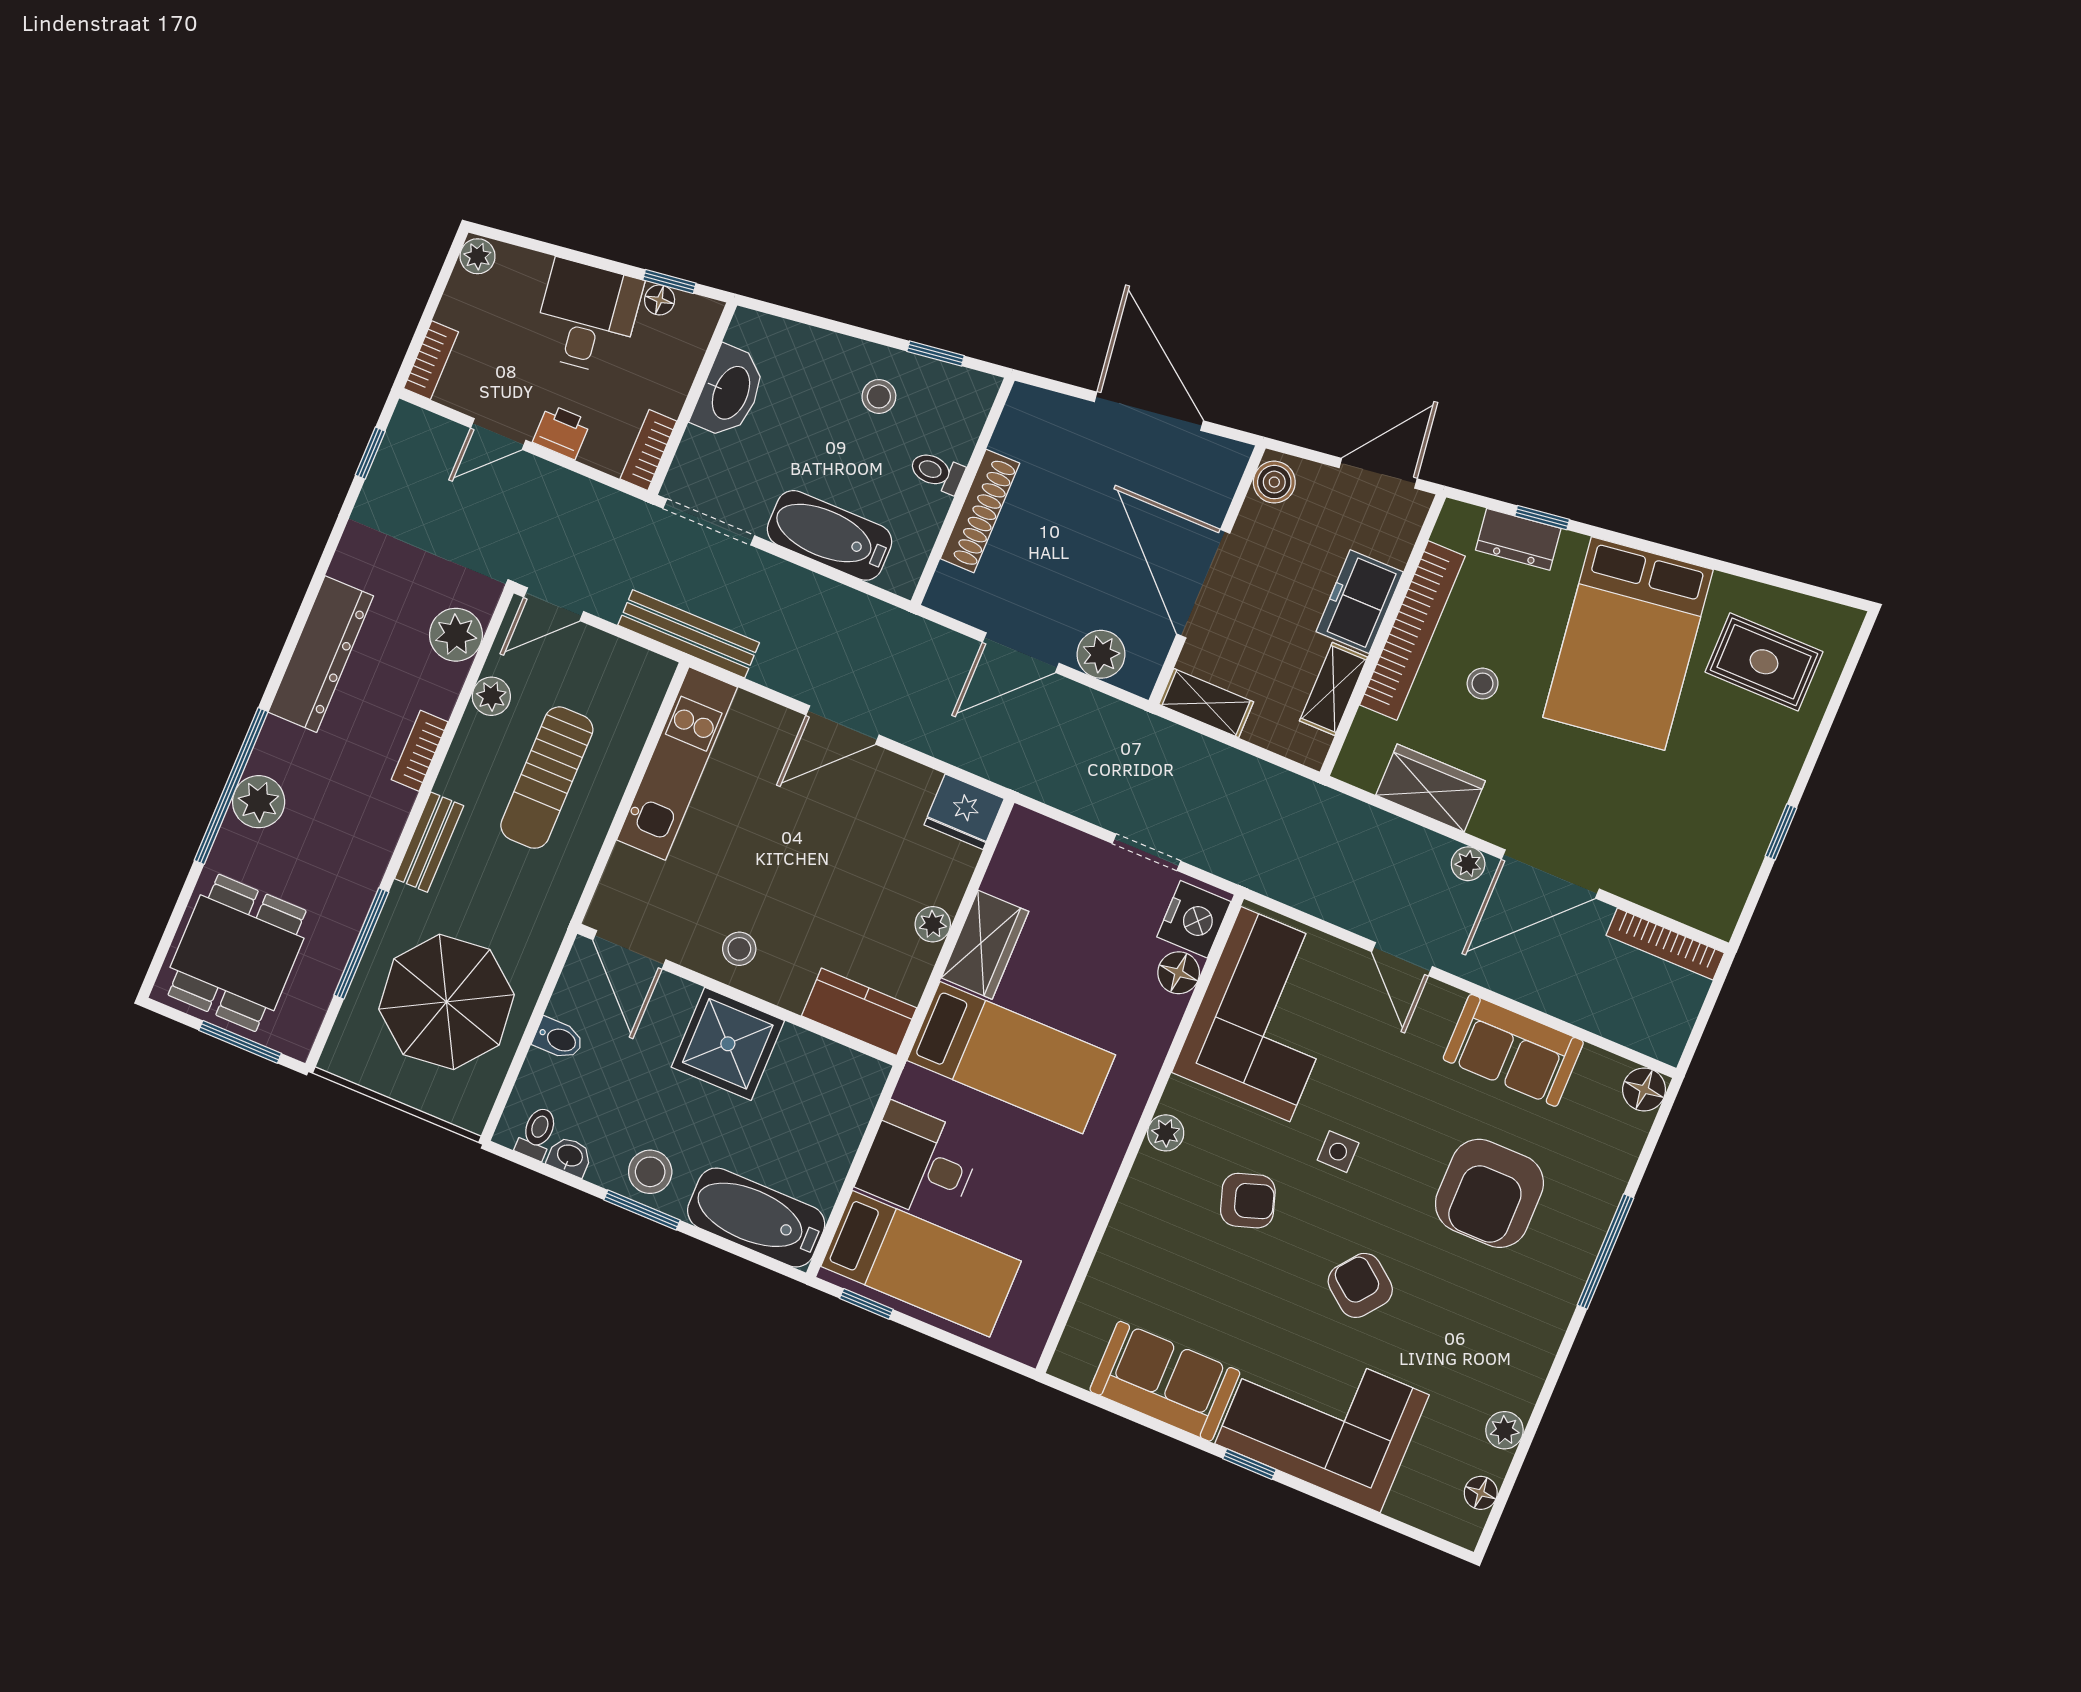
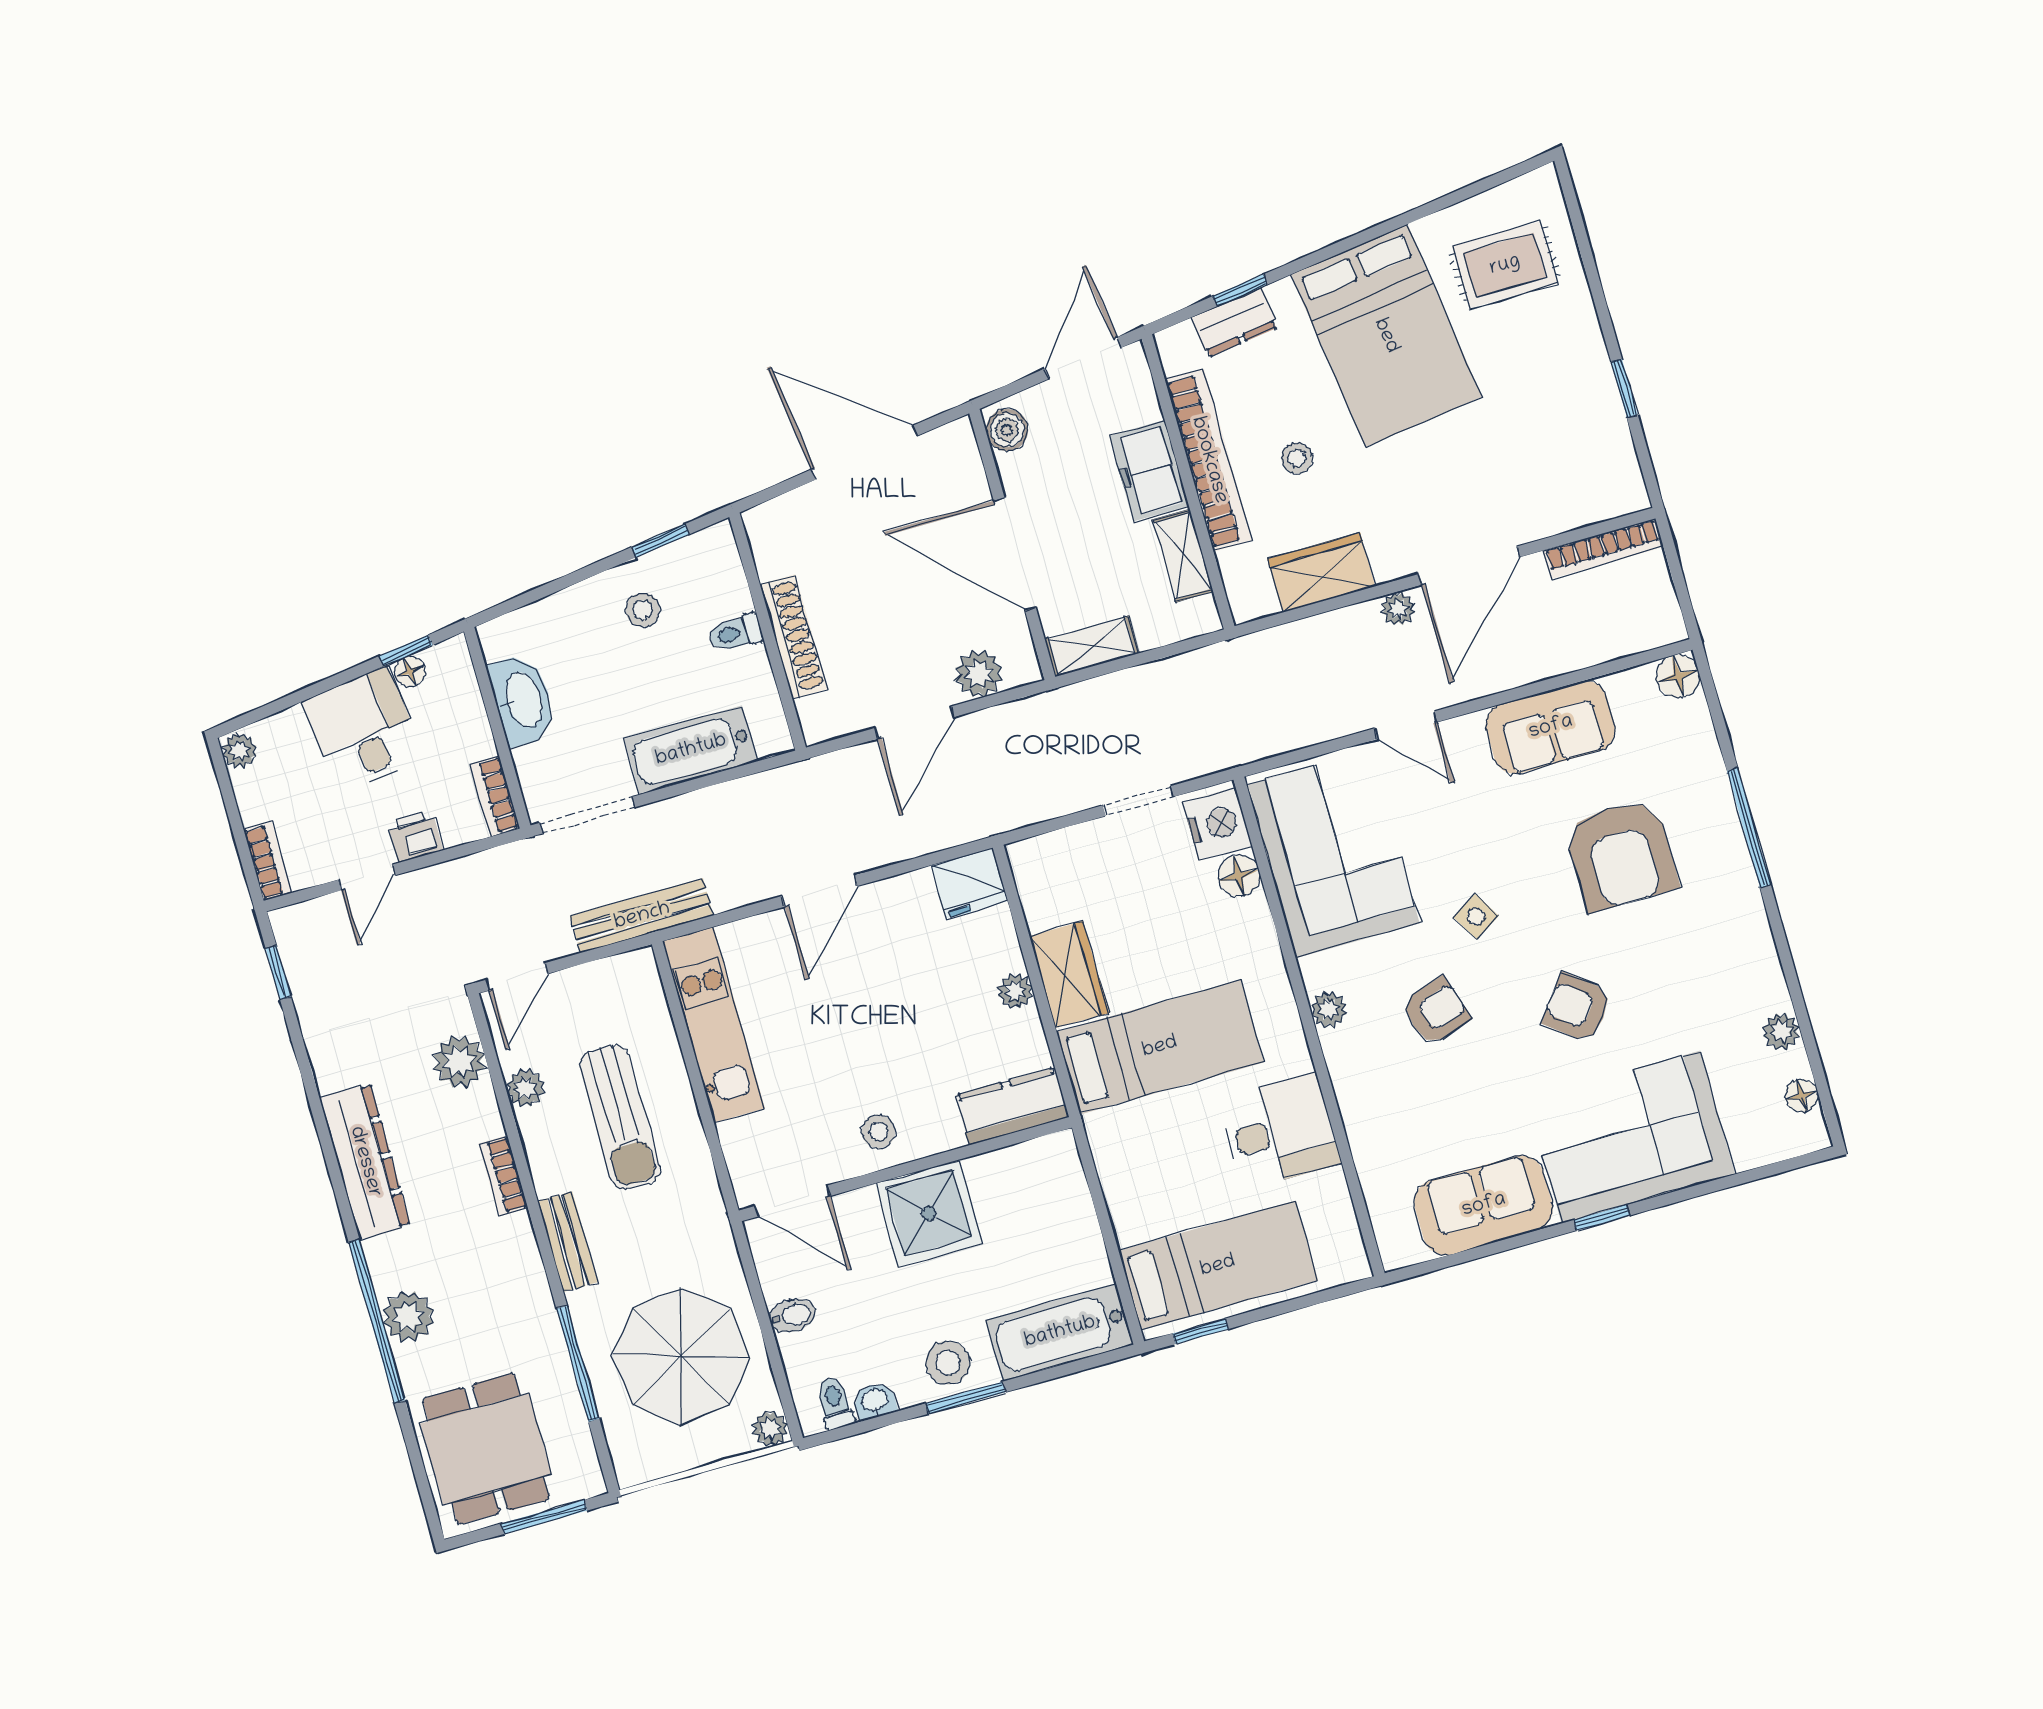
plant: (471, 1113) -> (770, 1429), added
side table: (1338, 1152) -> (1476, 917), turned -31
desk: (919, 1163) -> (1279, 1131), moved, turned 180

